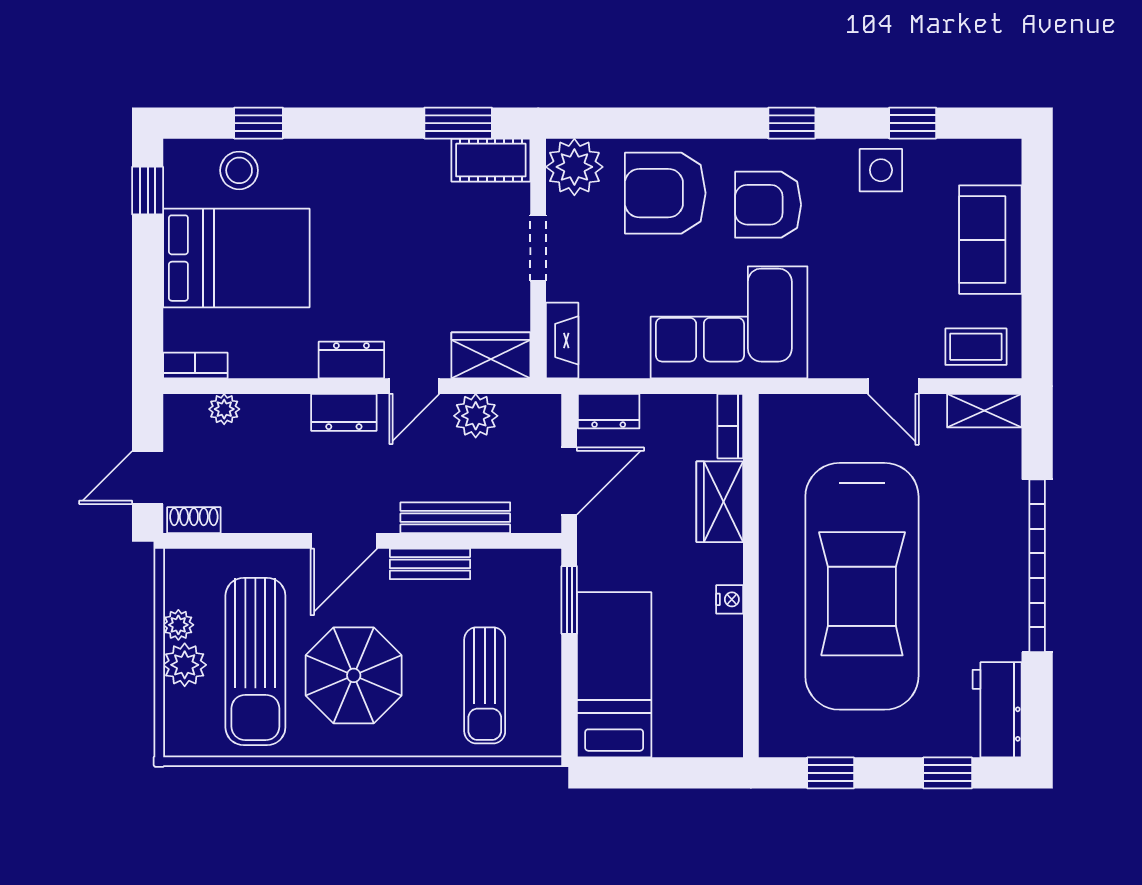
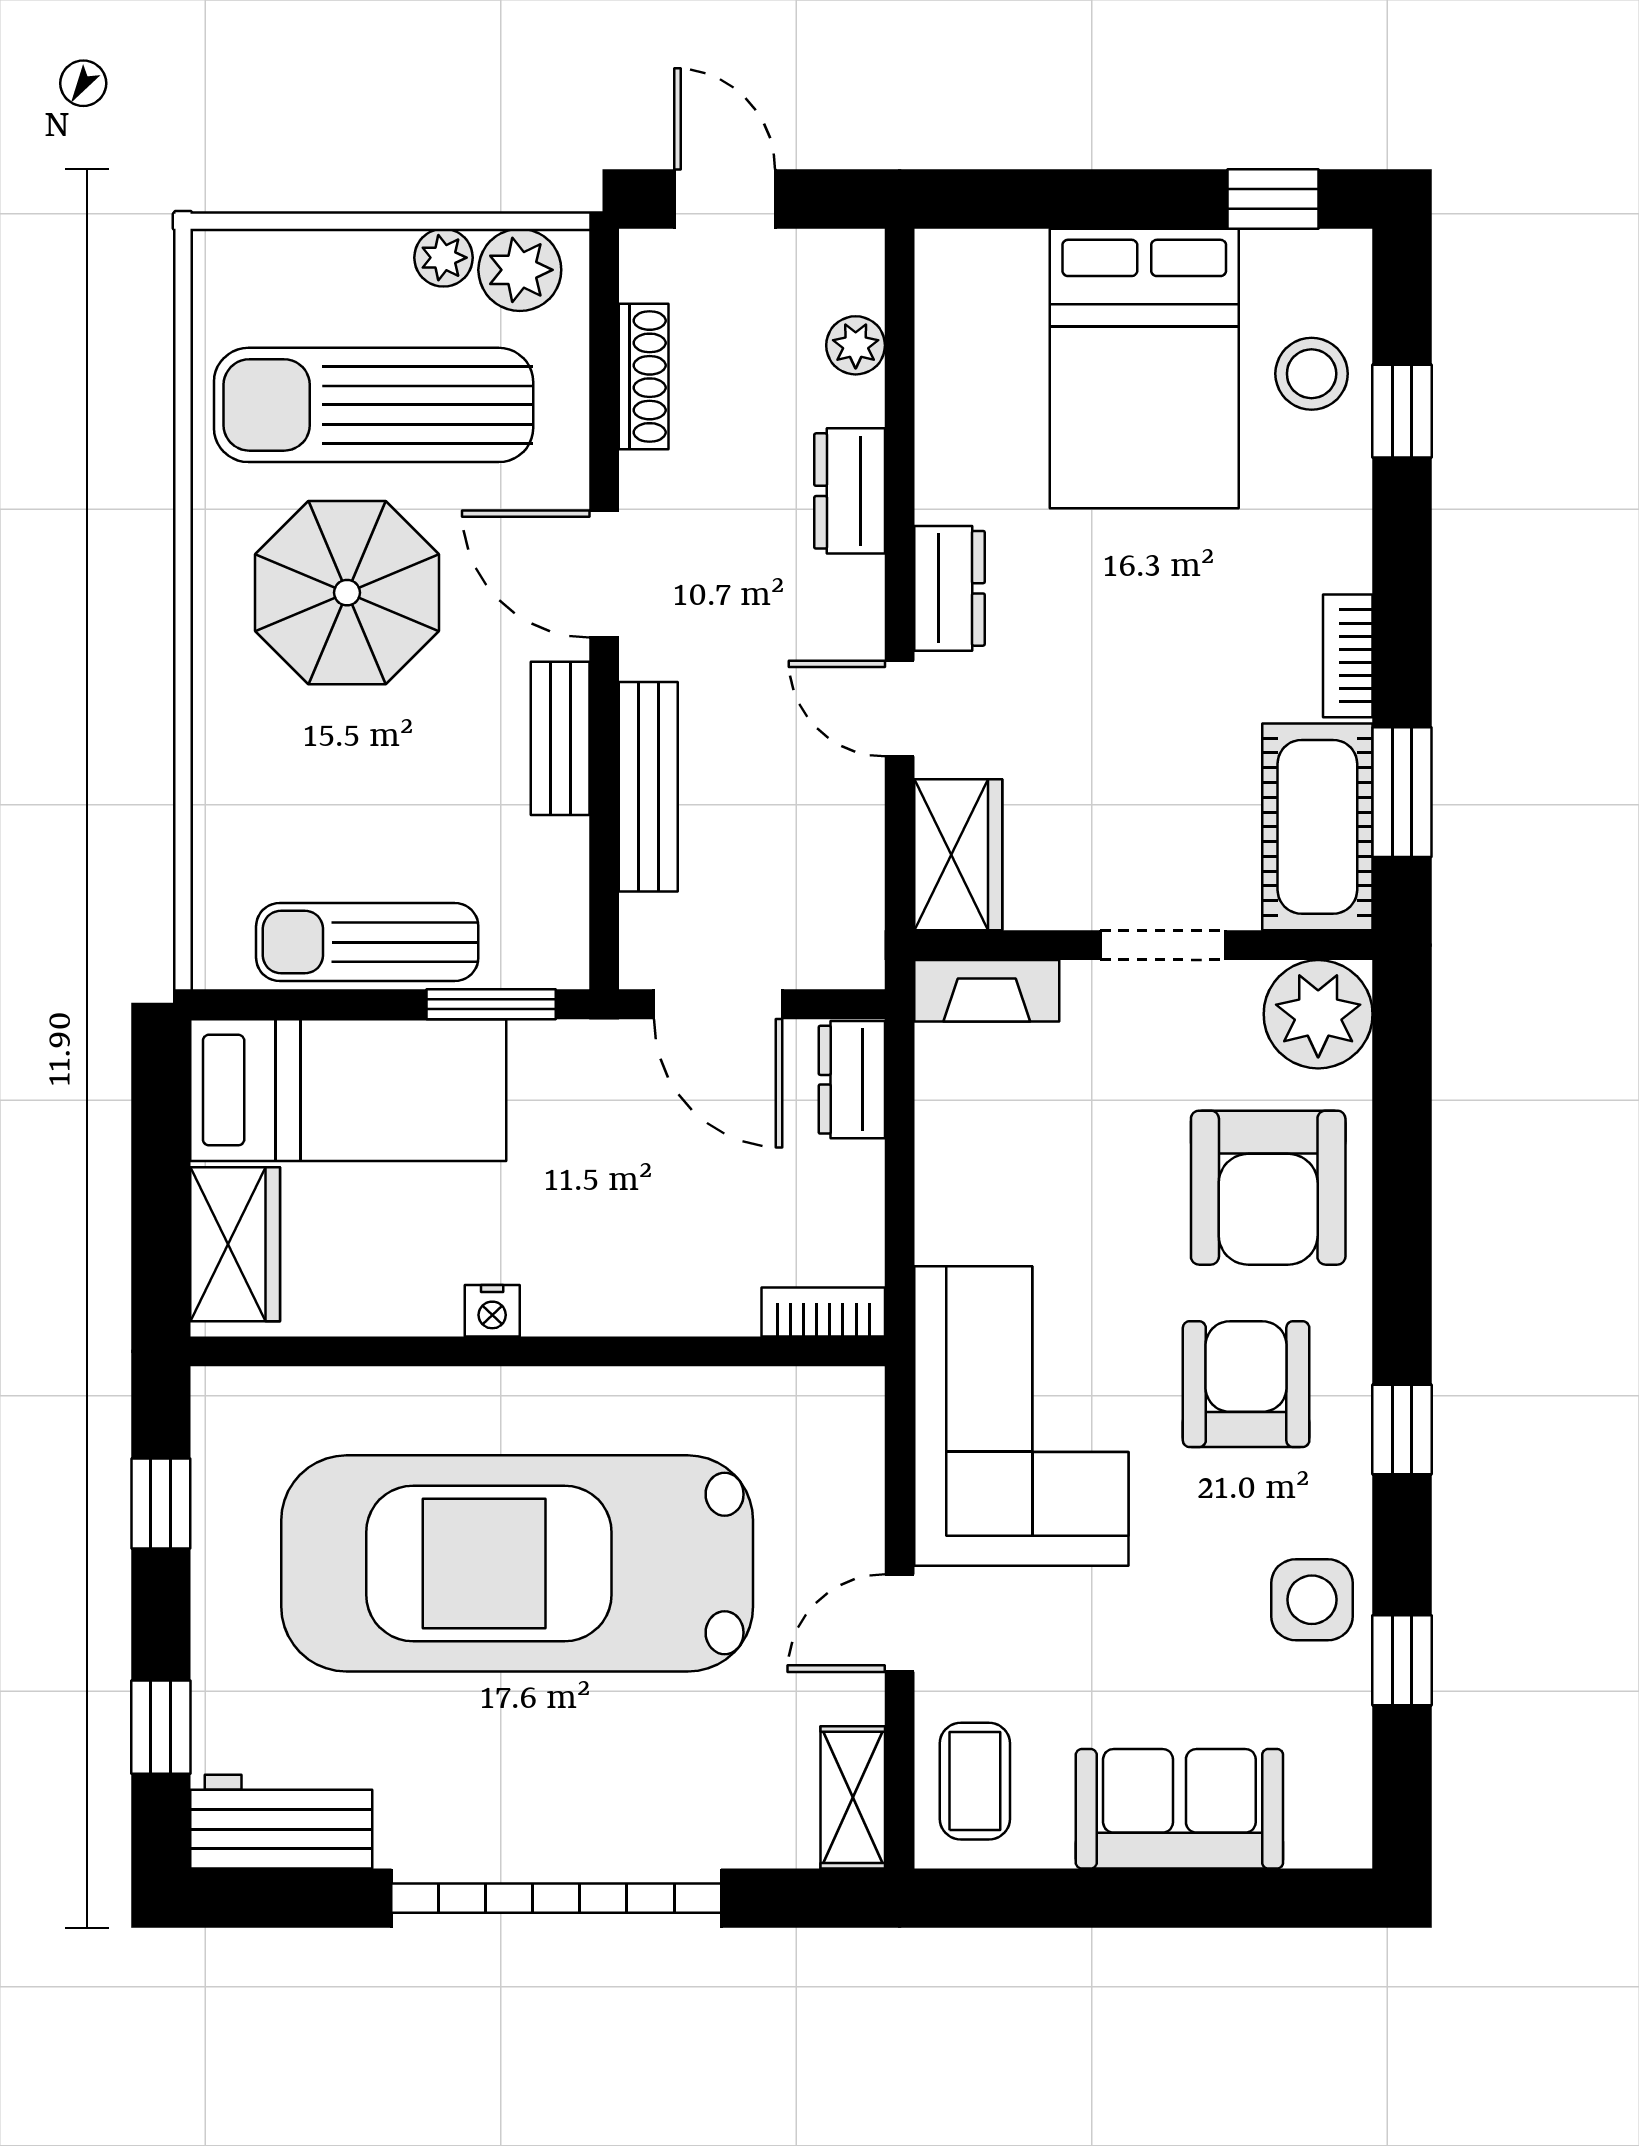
cot: (491, 160) -> (1317, 827), width x1.37, depth x1.34
armchair: (665, 193) -> (1268, 1188), turned 180
corner sofa: (729, 322) -> (1021, 1416), moved
bookcase: (195, 365) -> (1348, 656), moved, turned 180
dresser: (344, 412) -> (850, 491), moved
plant: (476, 416) -> (843, 826), removed
wardrobe: (720, 502) -> (235, 1244), moved, turned 90
shoe rack: (194, 520) -> (644, 376), moved, width x1.43
plant: (185, 665) -> (520, 270), moved
sun lounger: (485, 685) -> (367, 942), moved

